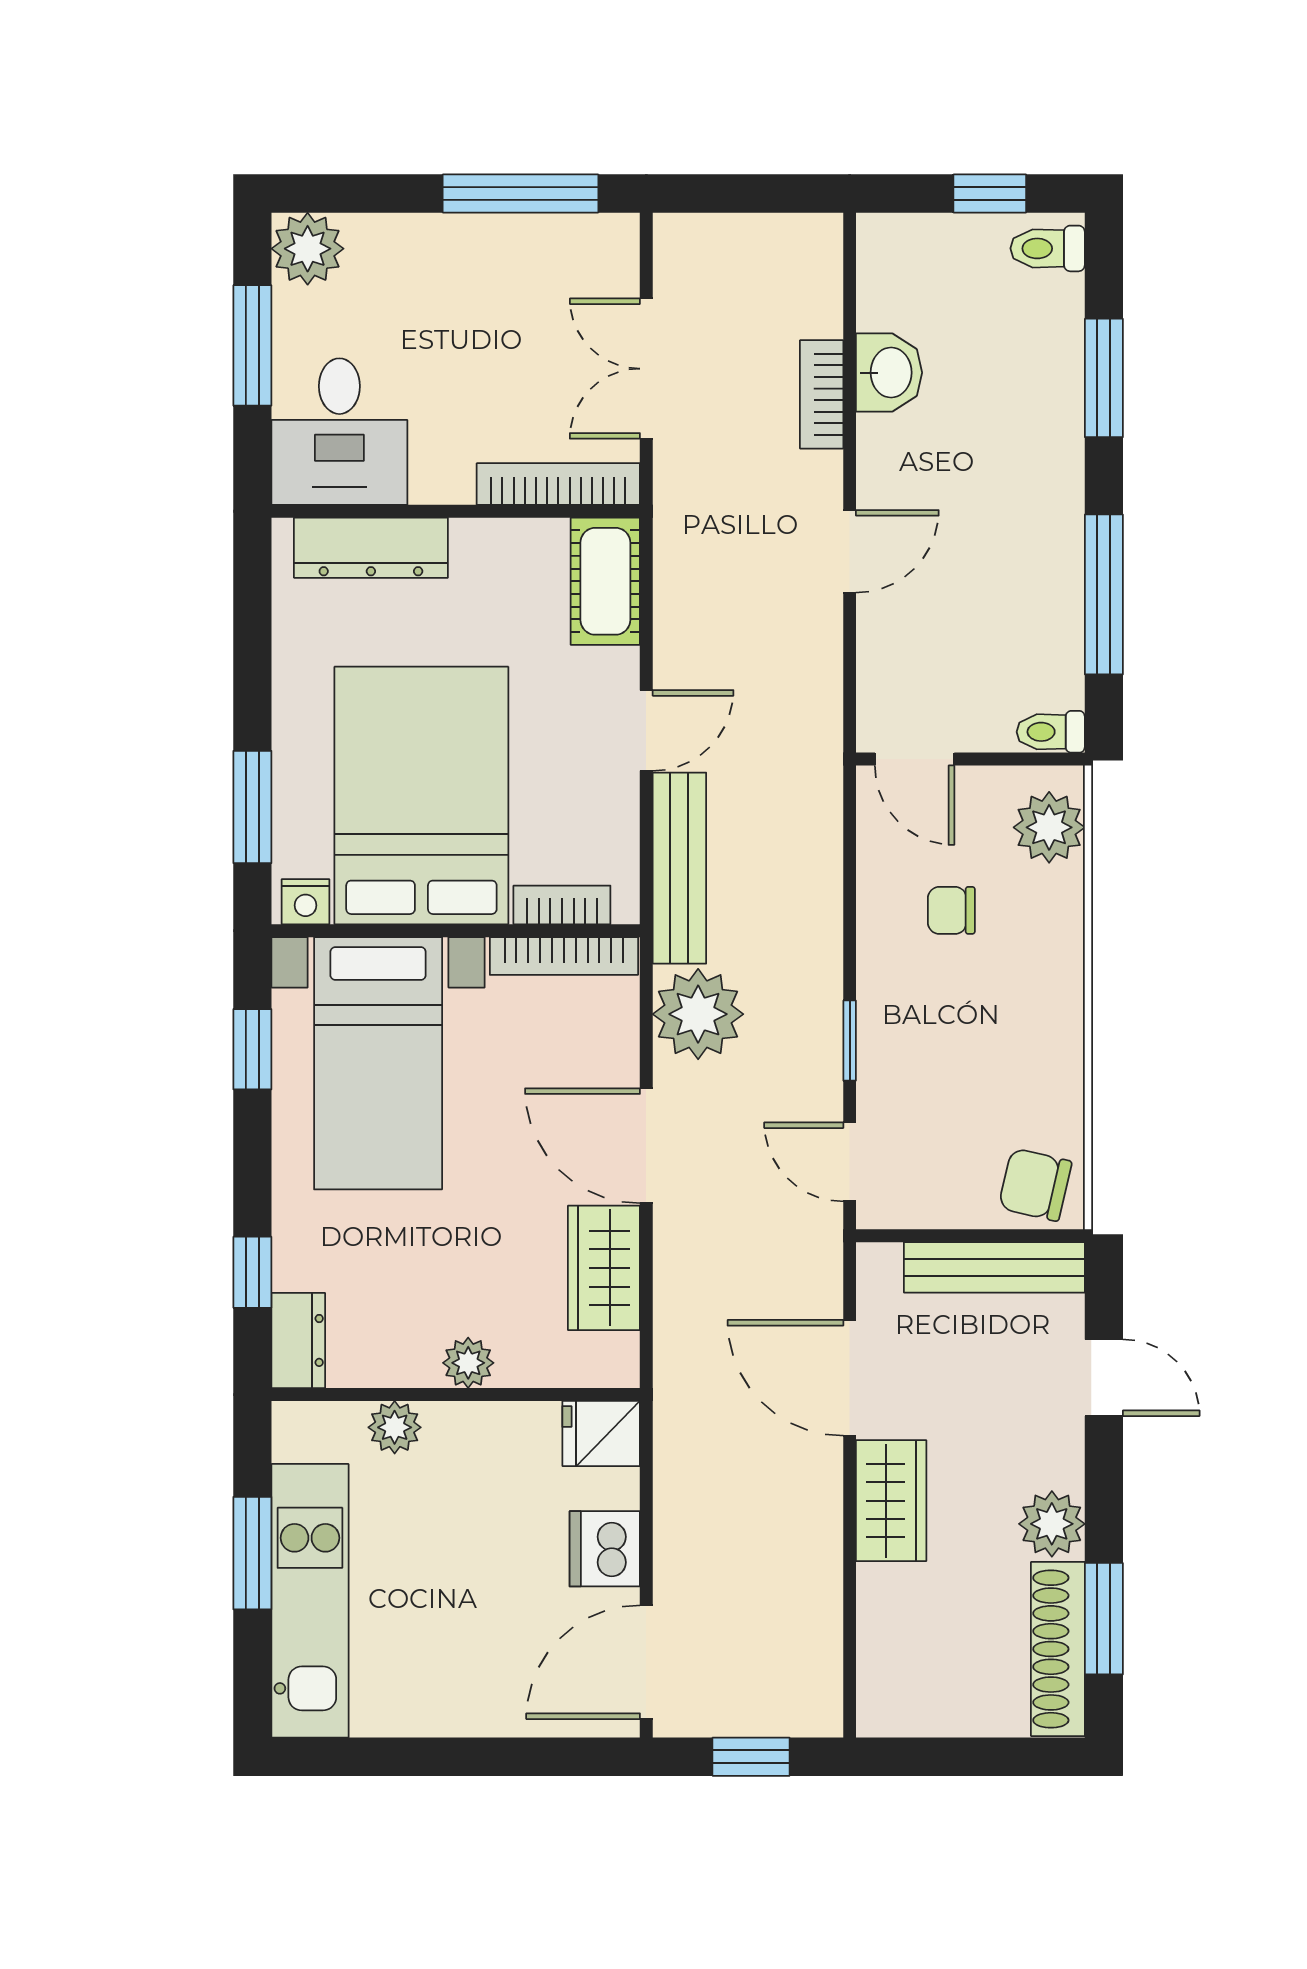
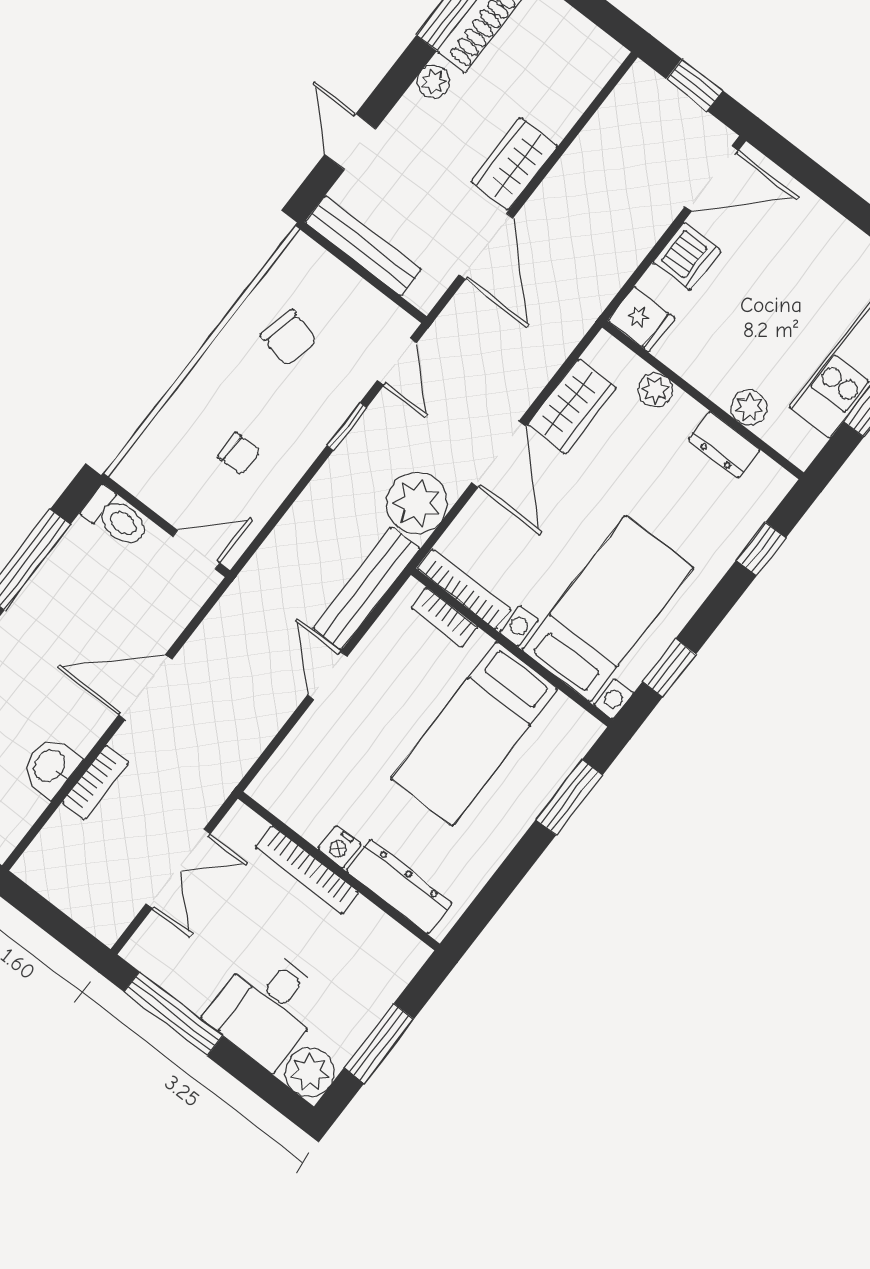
desk: (339, 432) -> (267, 1007), moved, turned 180
bookcase: (558, 484) -> (307, 870), moved
door: (850, 551) -> (145, 687), width x1.38
cot: (605, 581) -> (288, 772), removed
door: (646, 730) -> (327, 676), hinge flipped
toilet: (1051, 732) -> (116, 518), width x1.37, depth x1.39
door: (915, 759) -> (196, 550), hinge flipped
bed: (421, 796) -> (474, 734), width x0.67
plant: (1049, 827) -> (153, 458), removed
nightstand: (306, 902) -> (339, 847), moved, turned 180
chair: (1035, 1185) -> (289, 338), moved
dresser: (298, 1340) -> (724, 445), moved, turned -90
plant: (468, 1363) -> (655, 390), moved
plant: (1052, 1524) -> (433, 81), width x0.73, depth x0.73

